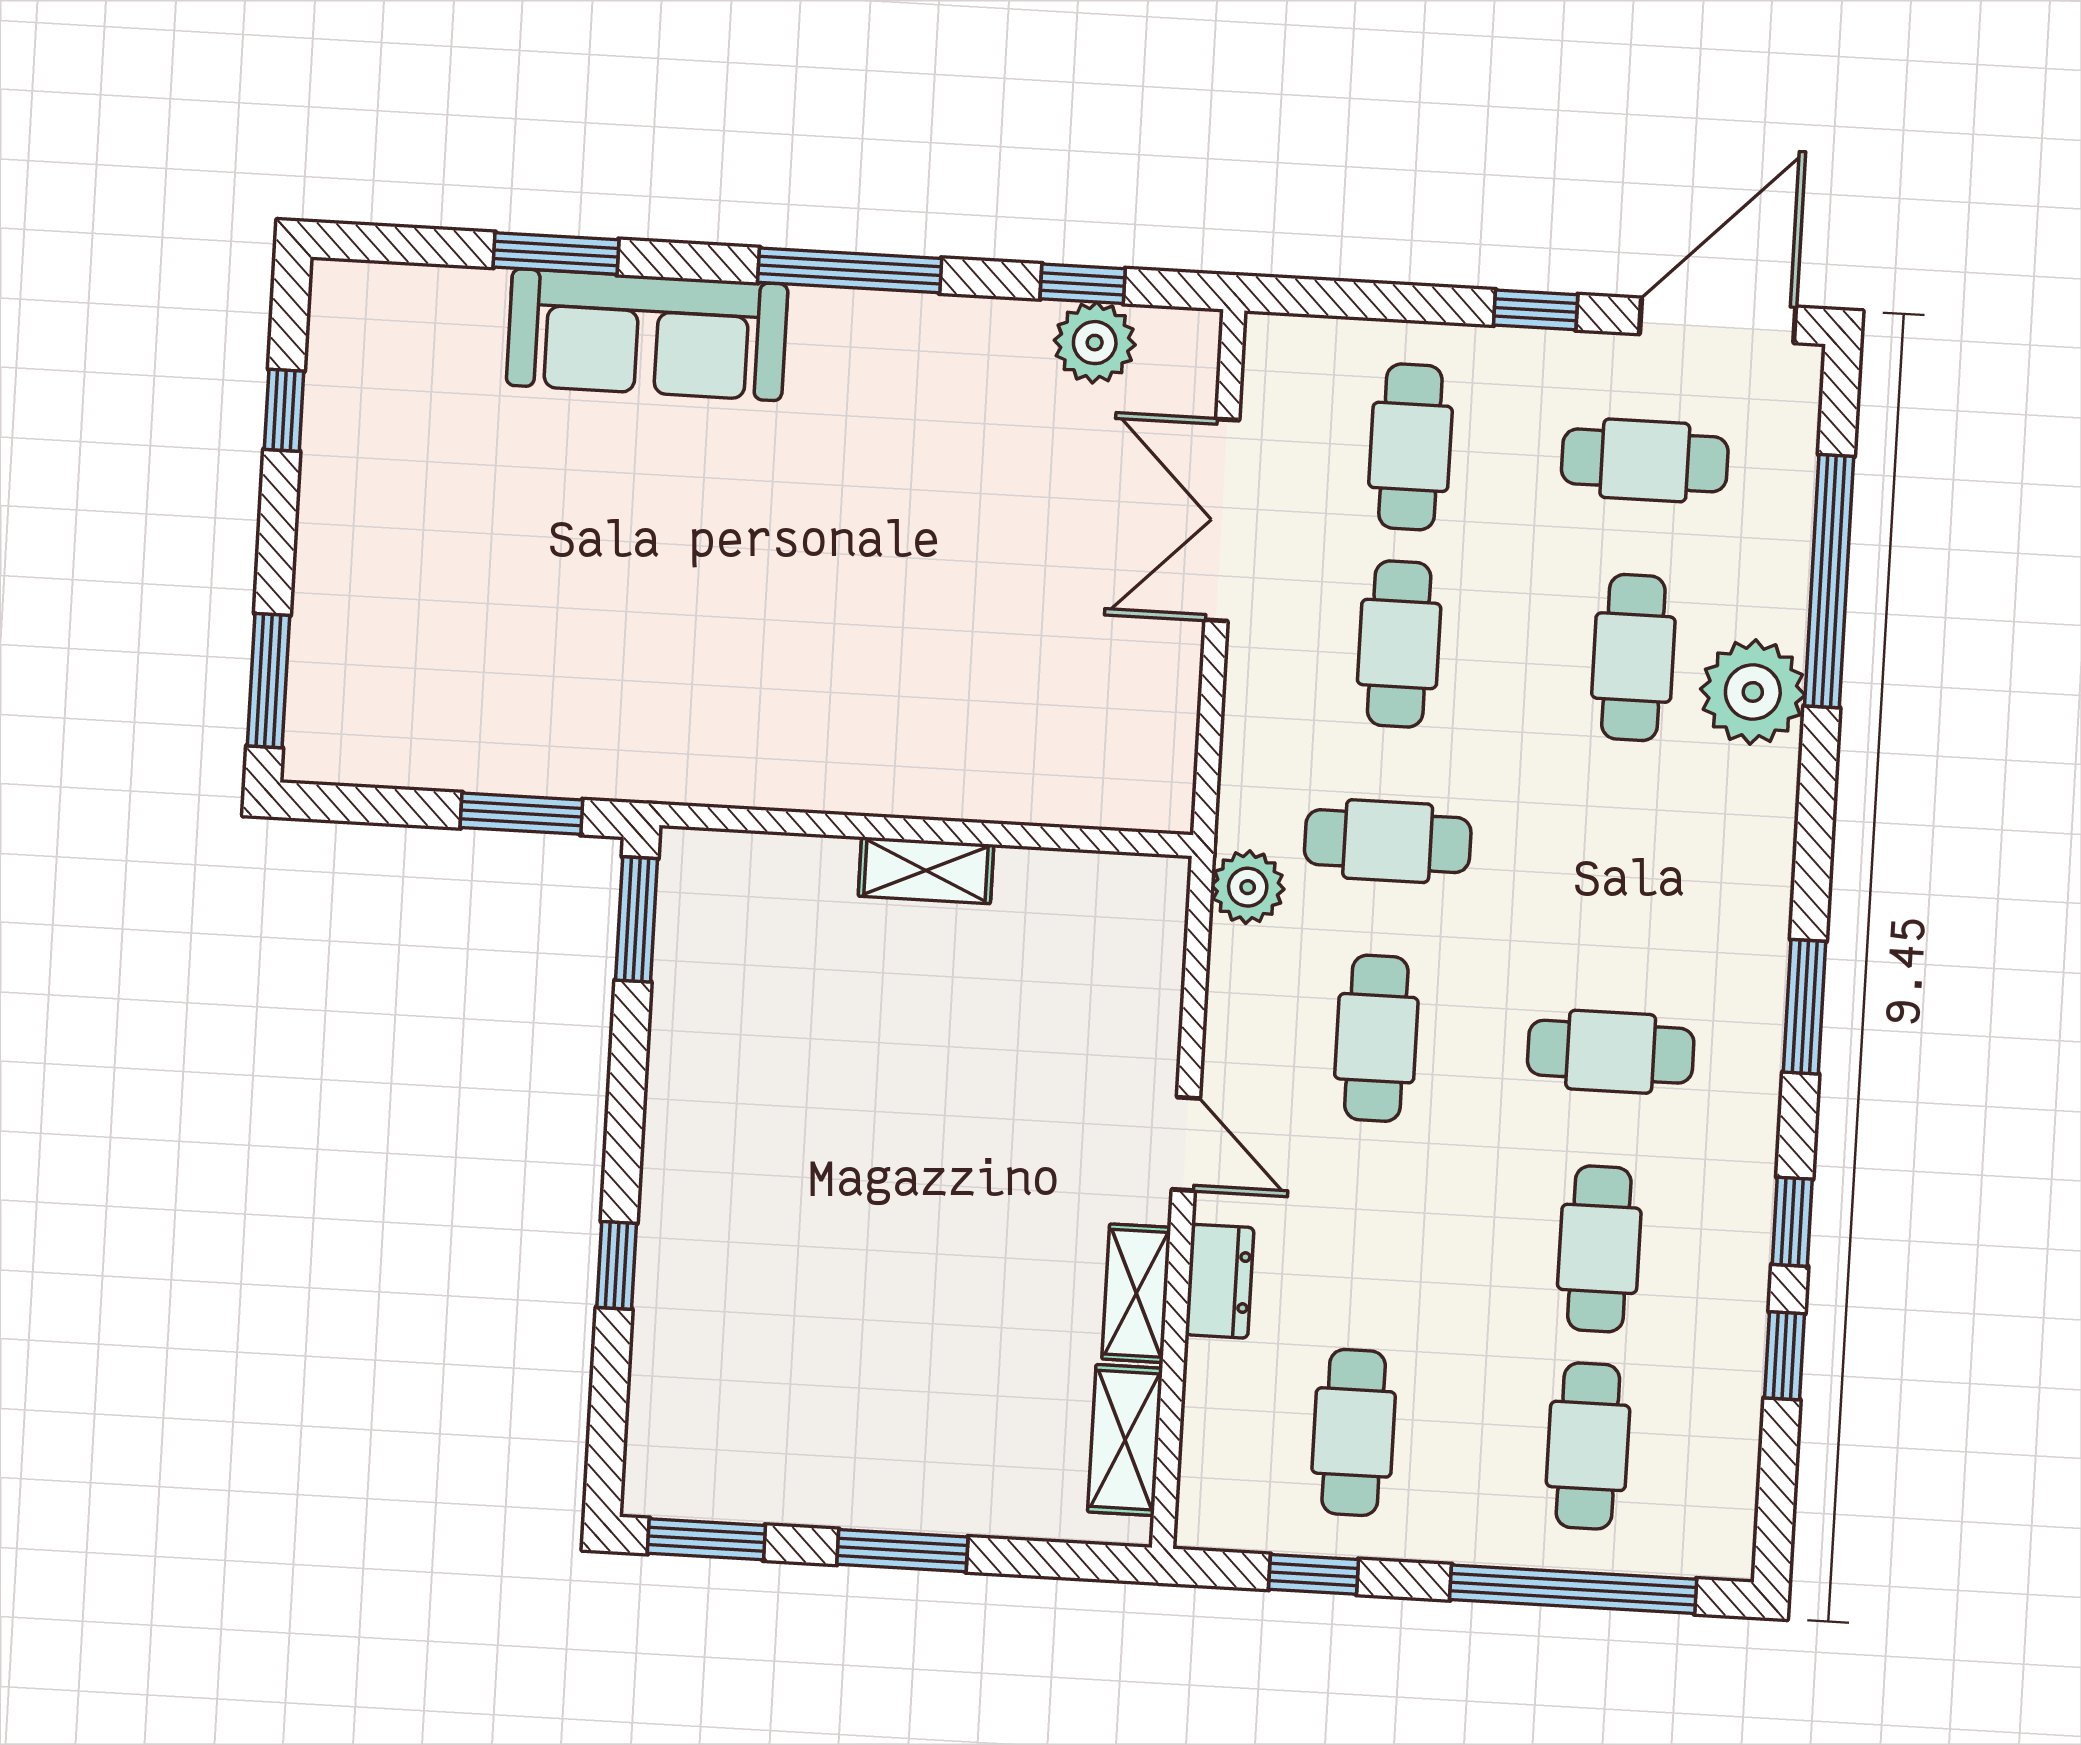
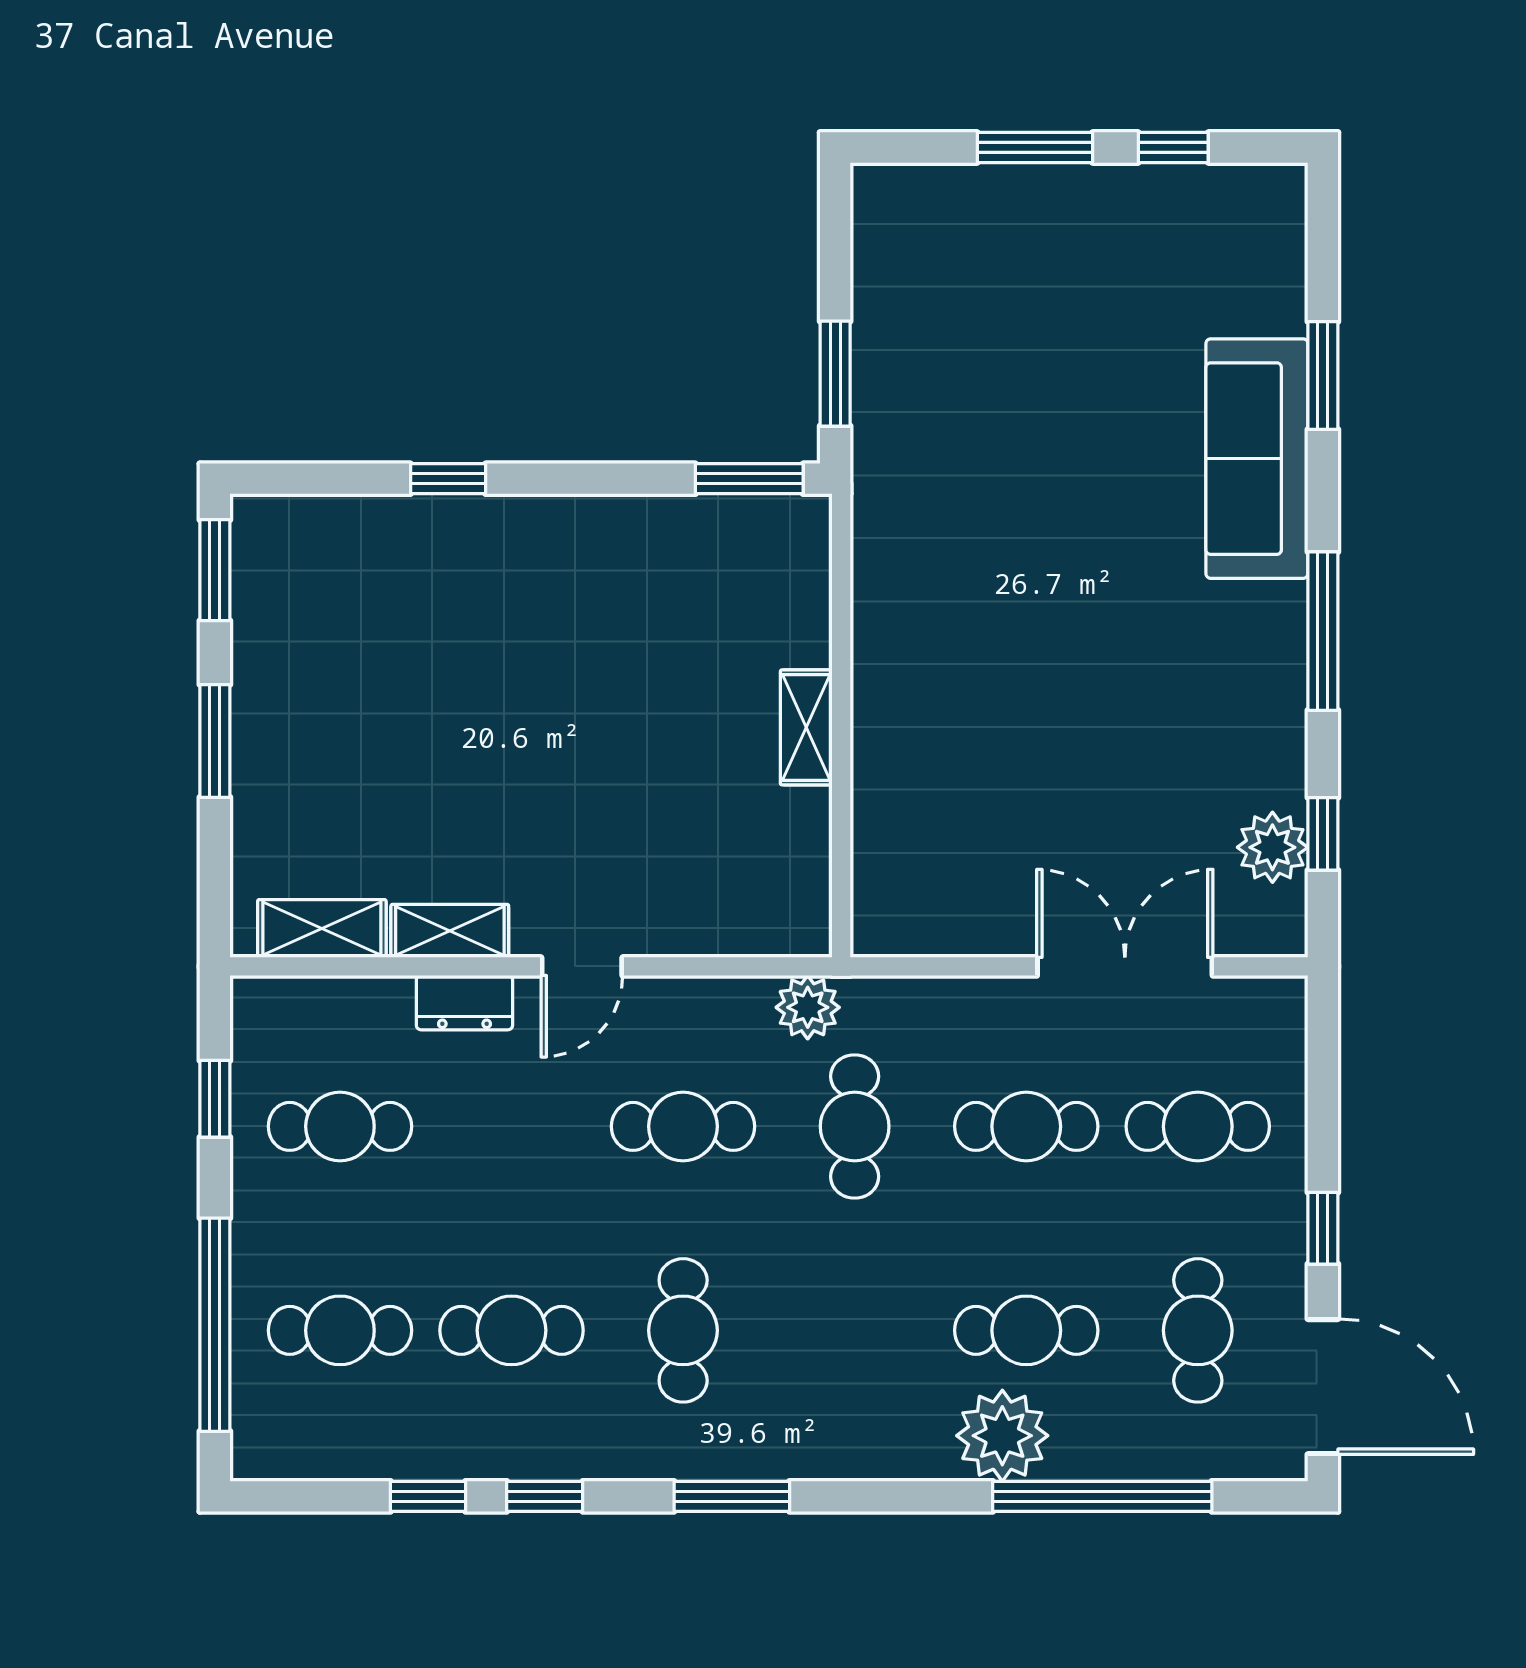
window: (268, 681) -> (1035, 147), moved

